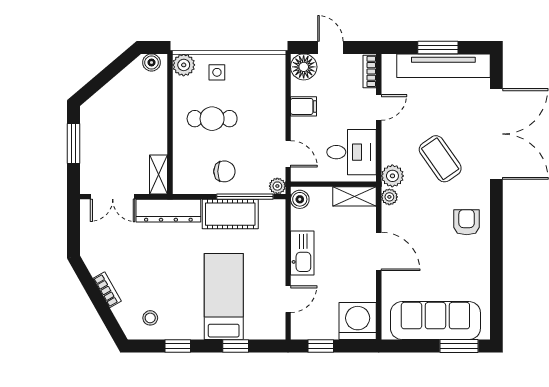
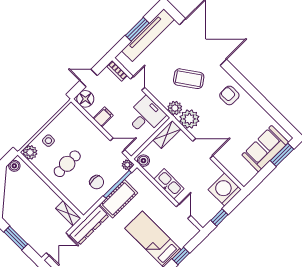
chair: (224, 171) -> (97, 182), turned 90
plant: (389, 197) -> (189, 119), width x1.88, depth x1.88
sofa: (435, 321) -> (265, 149), width x0.73

